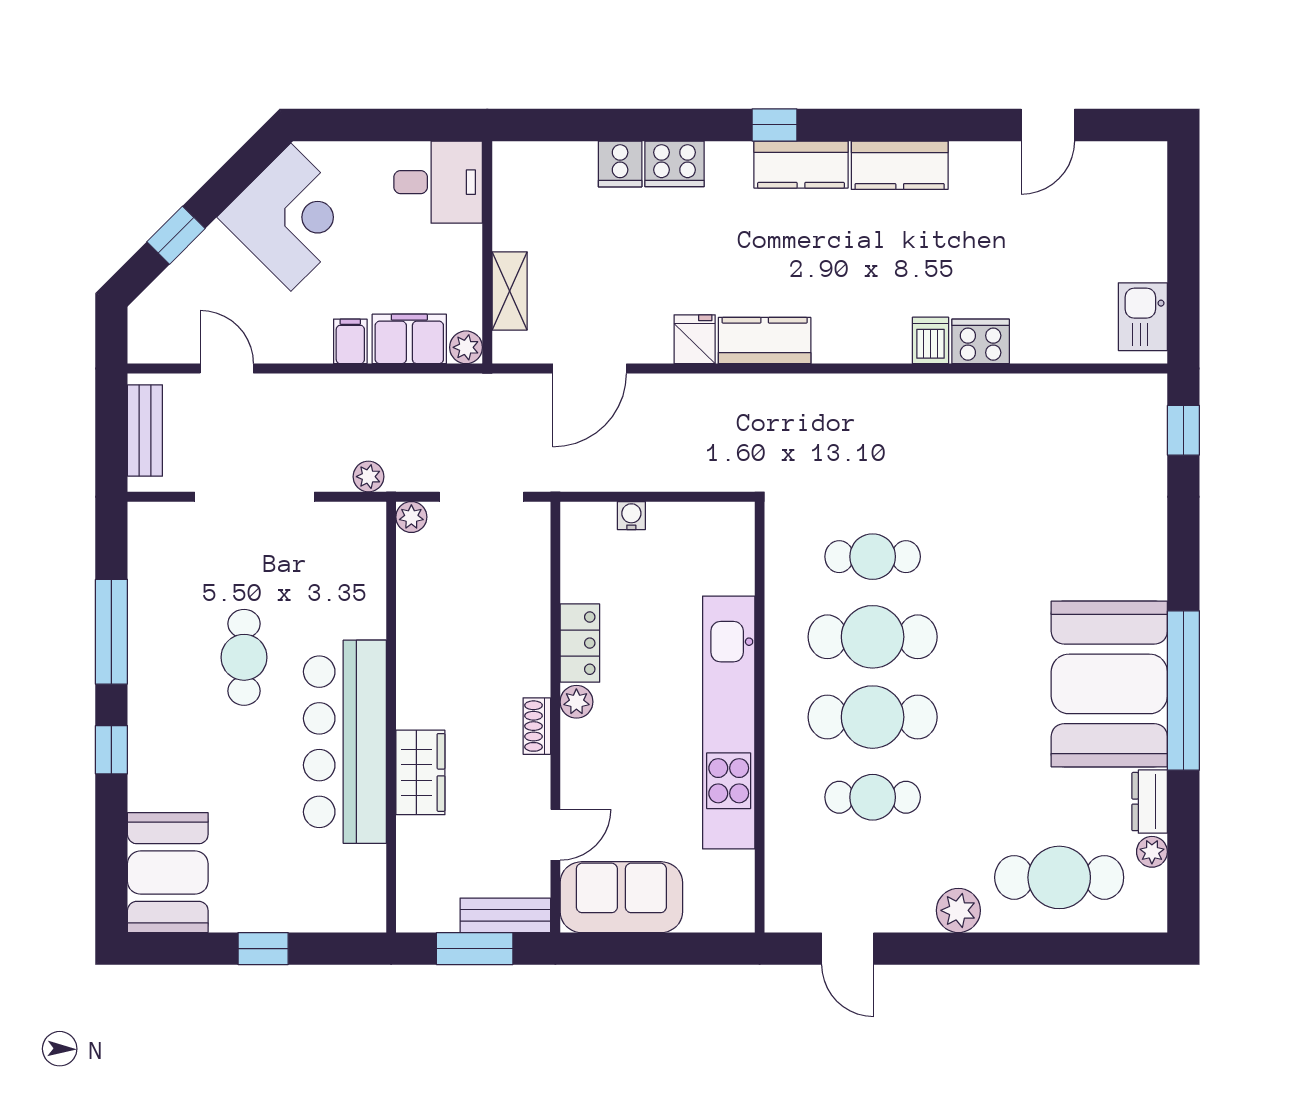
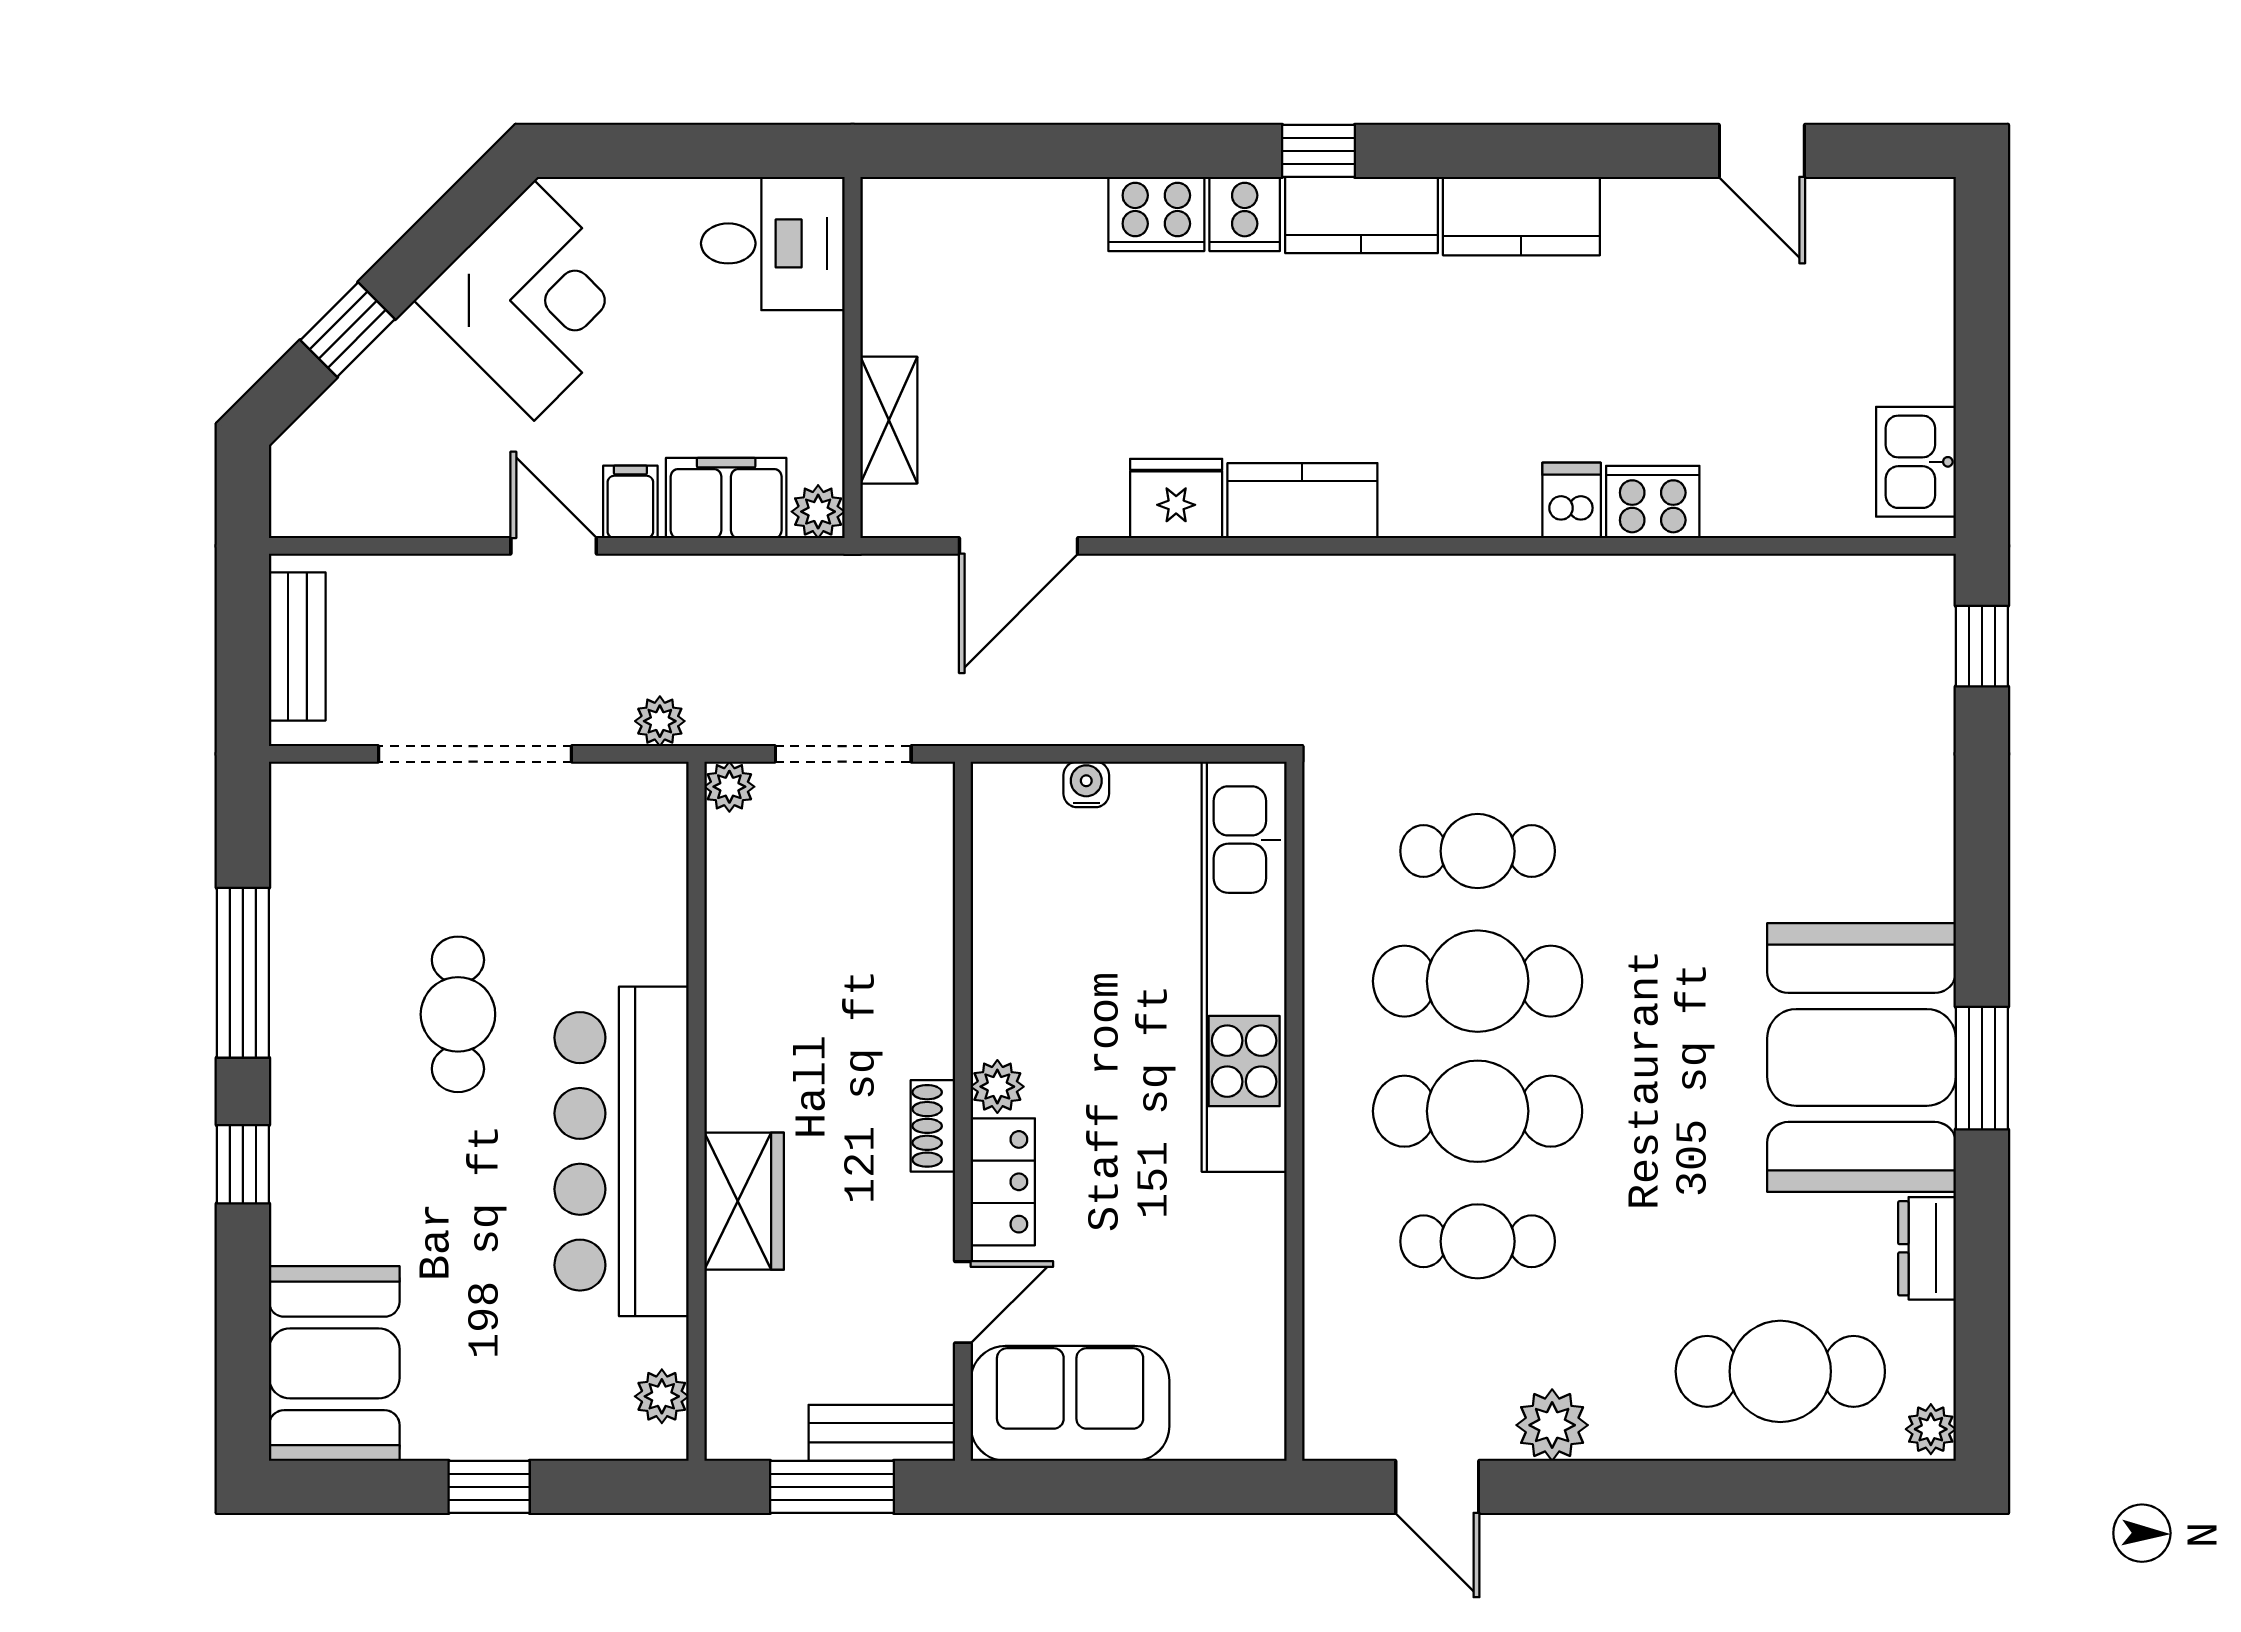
door: (1048, 125) -> (1762, 151), hinge flipped
cooker: (620, 164) -> (1245, 214), moved
fridge: (695, 339) -> (1176, 498), width x1.38
door: (227, 369) -> (554, 546), moved
locker: (580, 643) -> (1003, 1182), moved
window: (1183, 691) -> (1982, 1068), width x0.47
kitchen unit: (729, 723) -> (1244, 967), moved
plant: (1152, 852) -> (1931, 1429), moved
plant: (370, 893) -> (662, 1396), added
plant: (958, 910) -> (1552, 1425), moved

